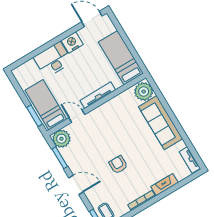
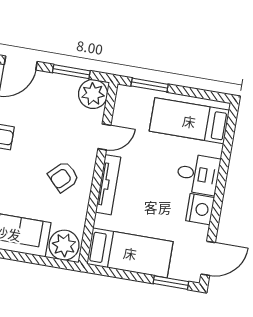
window: (118, 27) -> (171, 283), added
desk: (53, 60) -> (198, 174), width x0.73
bed: (46, 105) -> (189, 121), moved, turned 180
armchair: (112, 119) -> (63, 177), added

